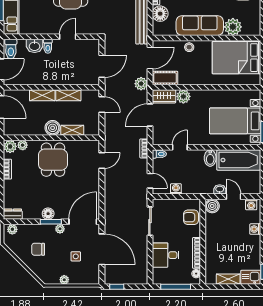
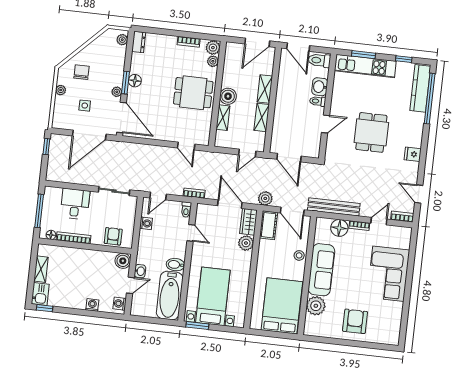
door: (68, 37) -> (326, 124), hinge flipped
chair: (38, 249) -> (82, 72), moved

